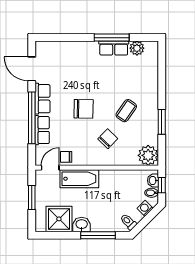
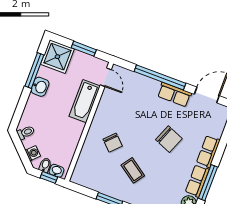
chair: (84, 109) -> (169, 139), moved, turned -69
row of seats: (42, 130) -> (208, 151), moved, turned 90
plant: (148, 155) -> (82, 175), removed
chair: (66, 157) -> (110, 96), removed
shower: (59, 219) -> (57, 57), moved
window: (98, 235) -> (34, 70), moved

